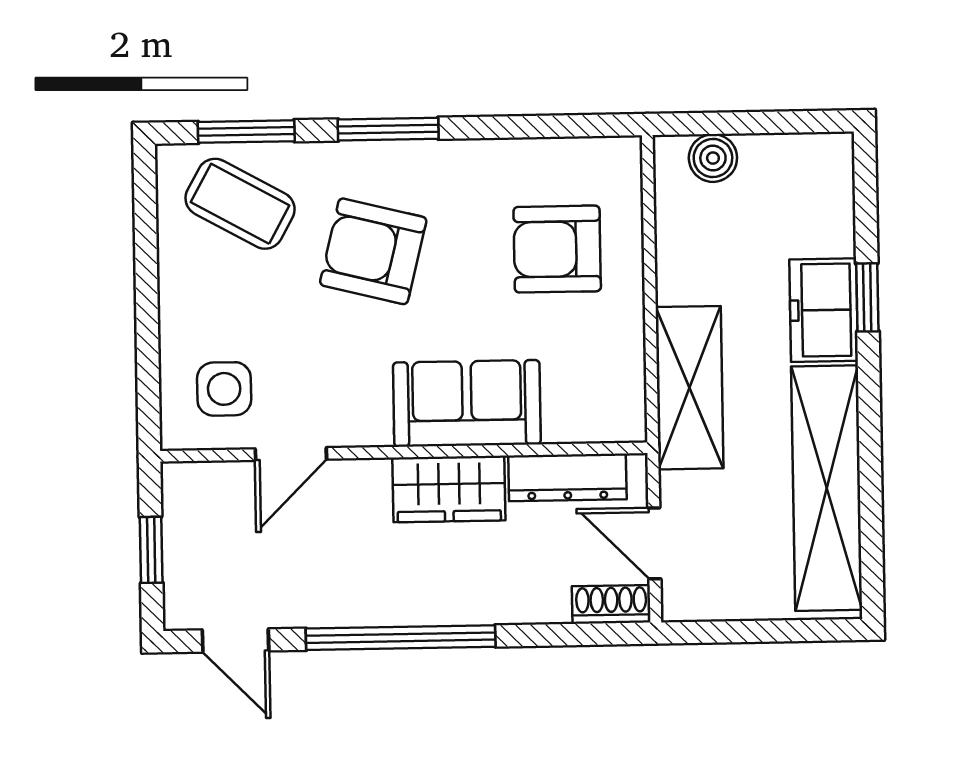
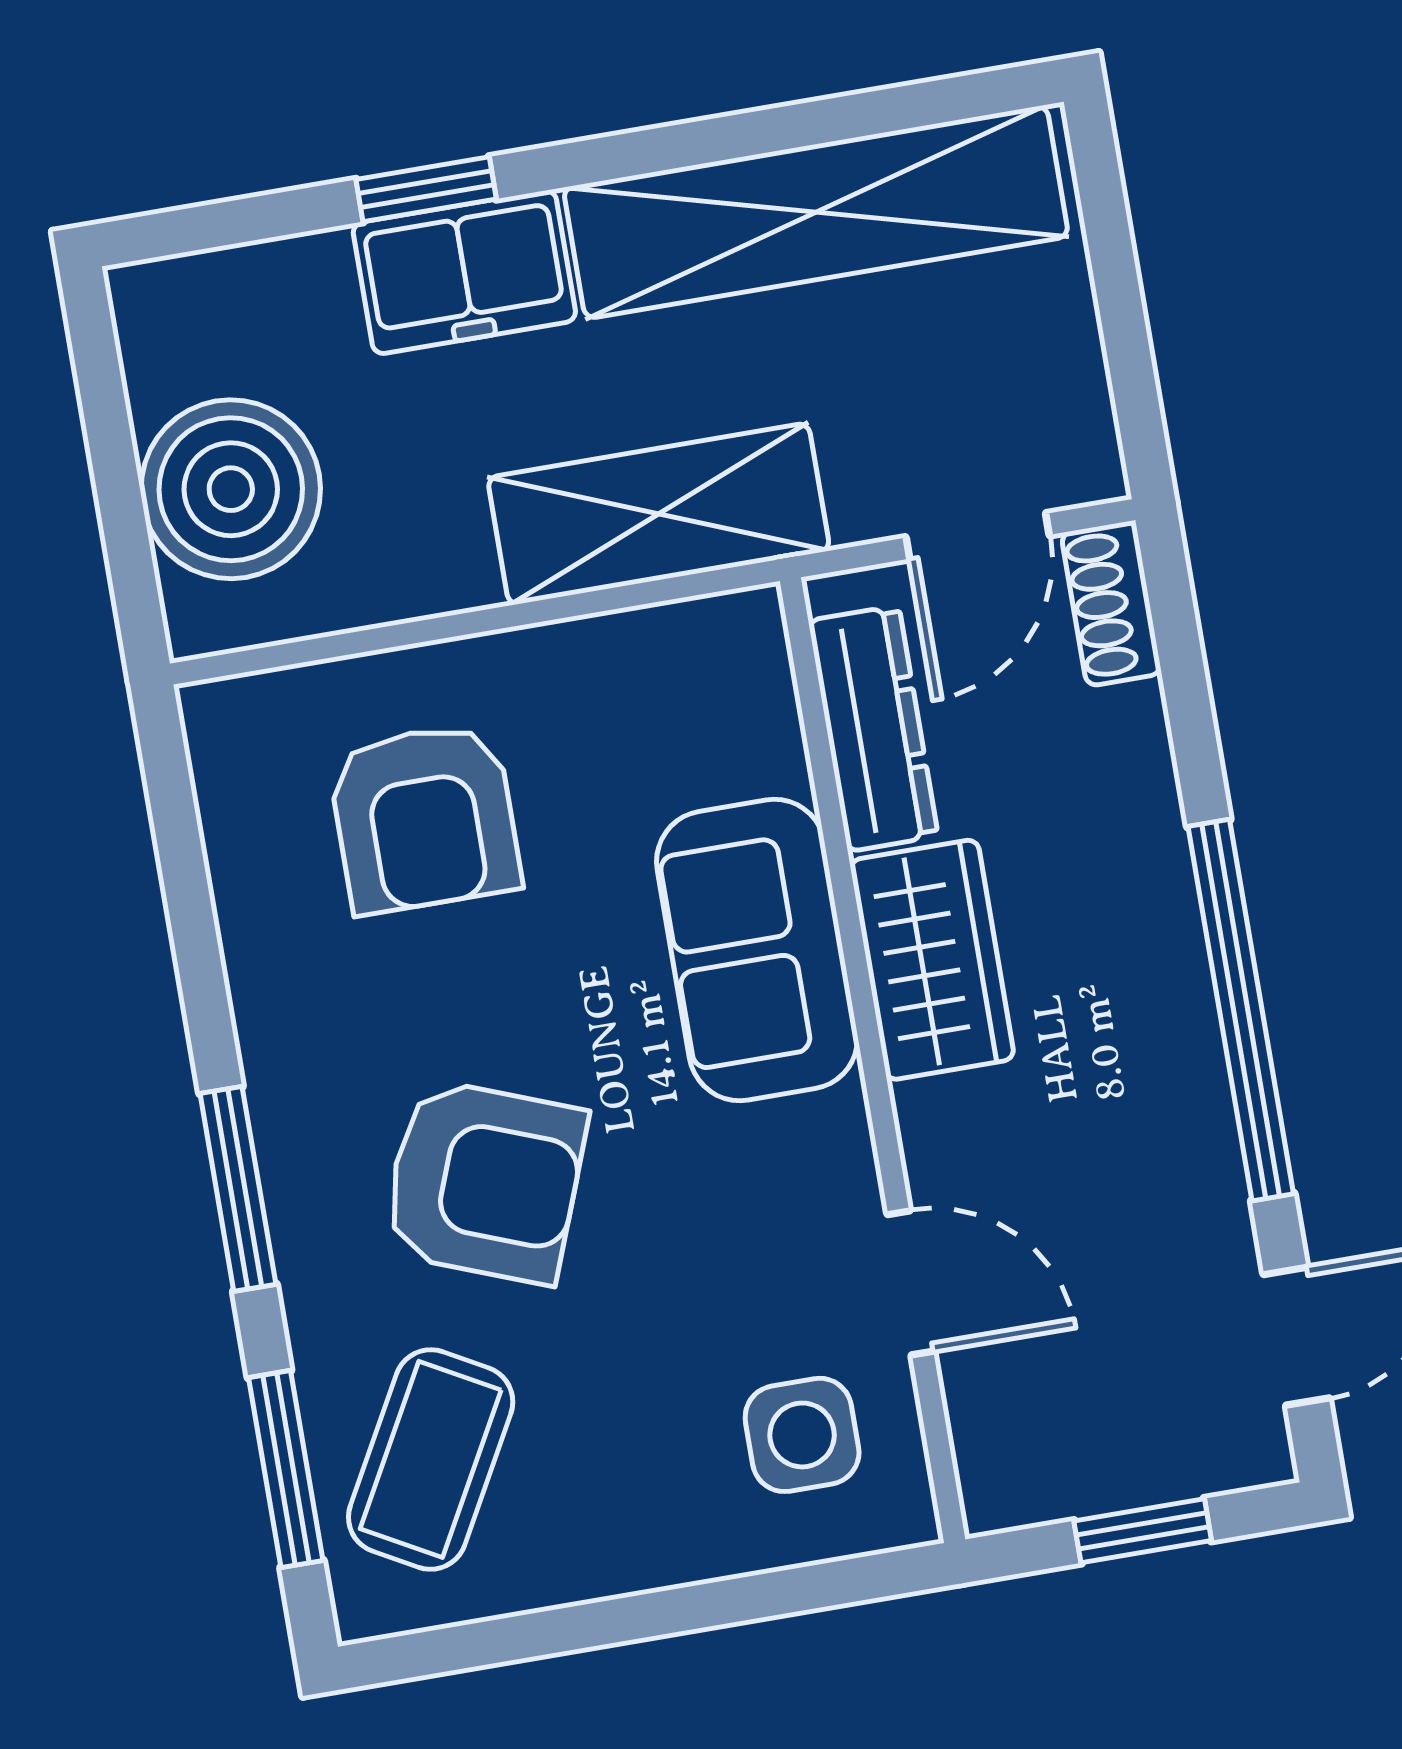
boiler: (713, 158) -> (231, 489), width x1.86, depth x1.86
armchair: (373, 251) -> (484, 1181), turned -83

